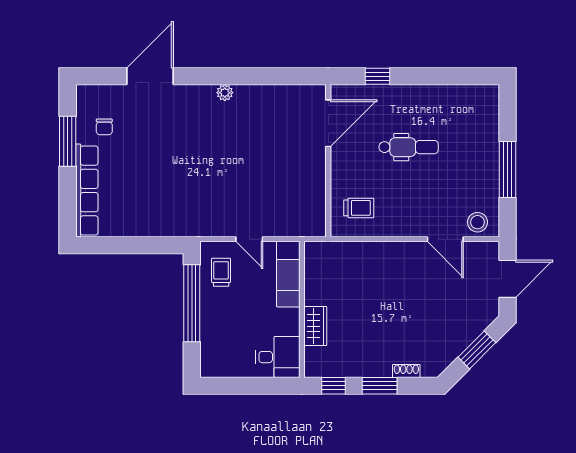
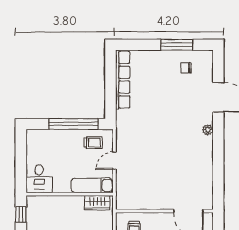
plant: (225, 93) -> (208, 130), moved
row of seats: (87, 190) -> (123, 80), moved, turned -90
wardrobe: (315, 326) -> (97, 203), moved

